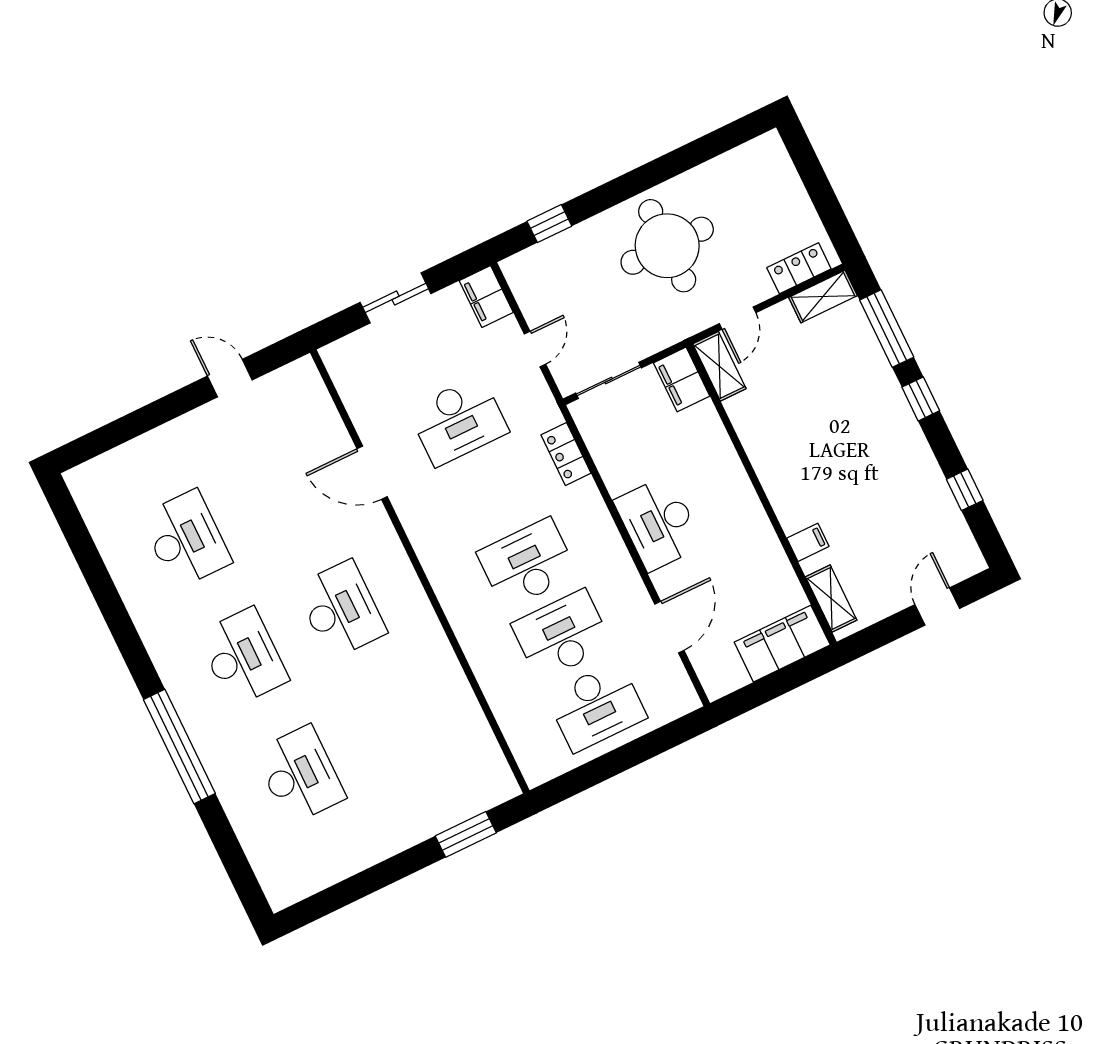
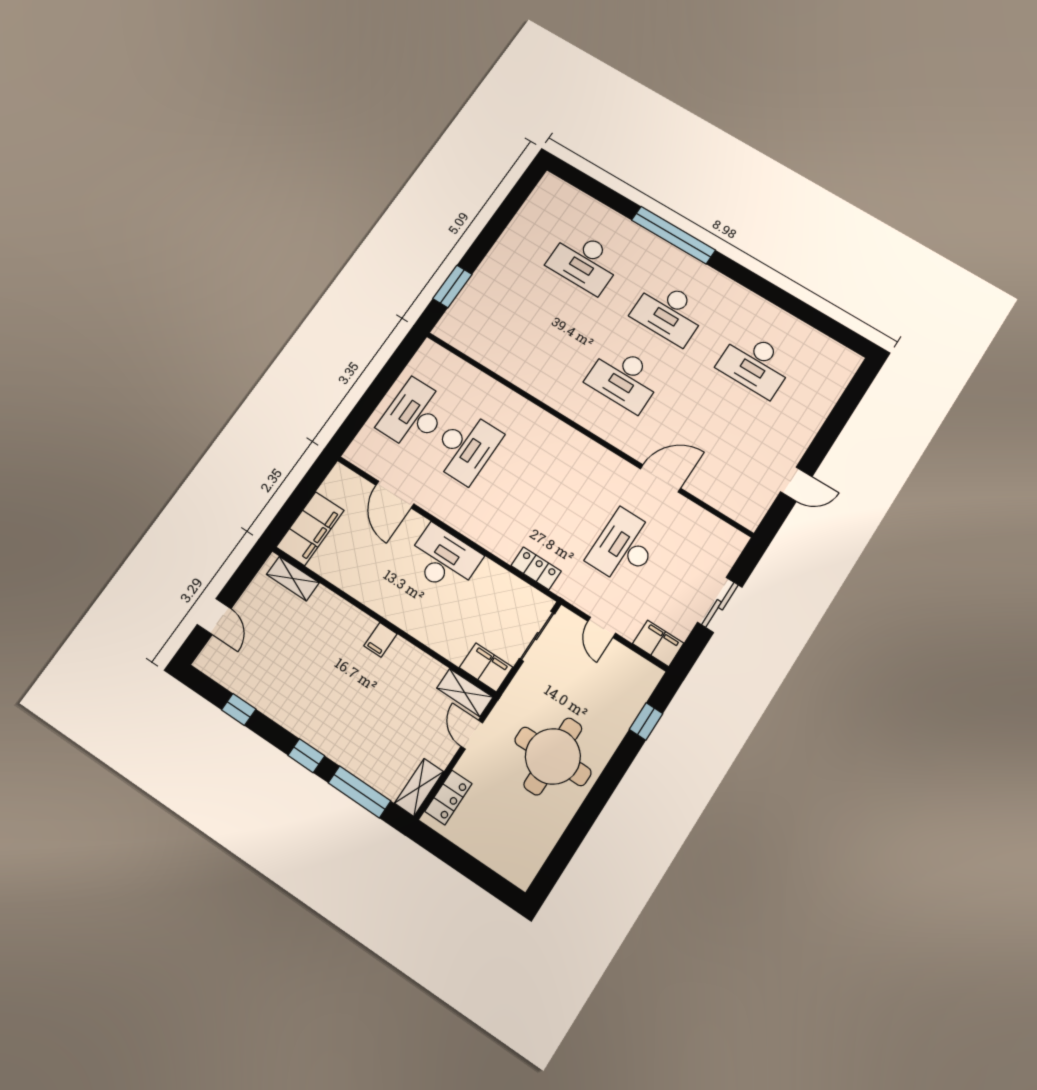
filing cabinet: (808, 542) -> (380, 640), moved
desk: (527, 564) -> (518, 480), removed

